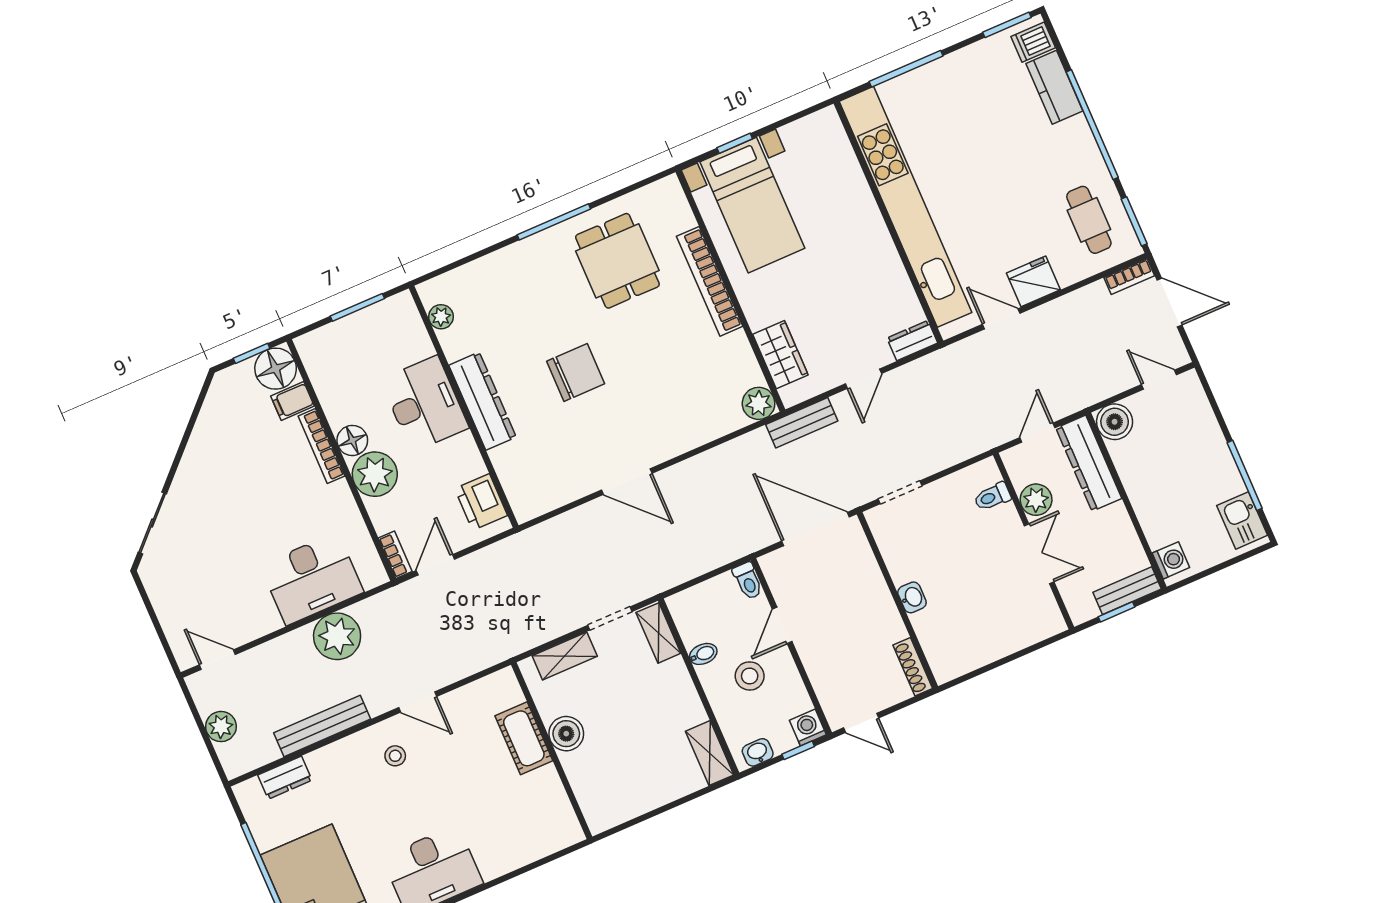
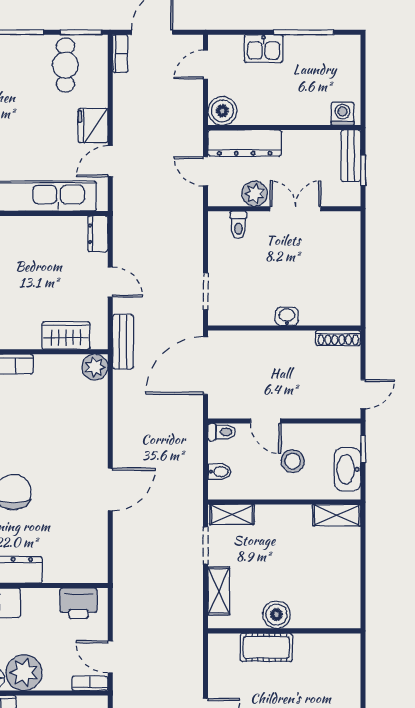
cafe table: (1089, 220) -> (65, 65), turned 90
kitchen sink: (1242, 520) -> (264, 48), moved
bidet: (703, 654) -> (219, 472), moved, turned 90
washing machine: (808, 727) -> (349, 435), removed
washbasin: (758, 752) -> (348, 469), width x1.91, depth x1.45

